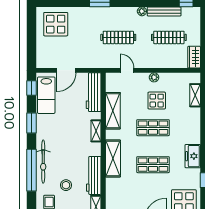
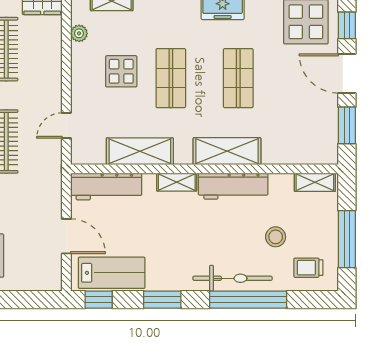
plant: (154, 77) -> (79, 33), moved
workbench: (94, 175) -> (233, 186), moved

